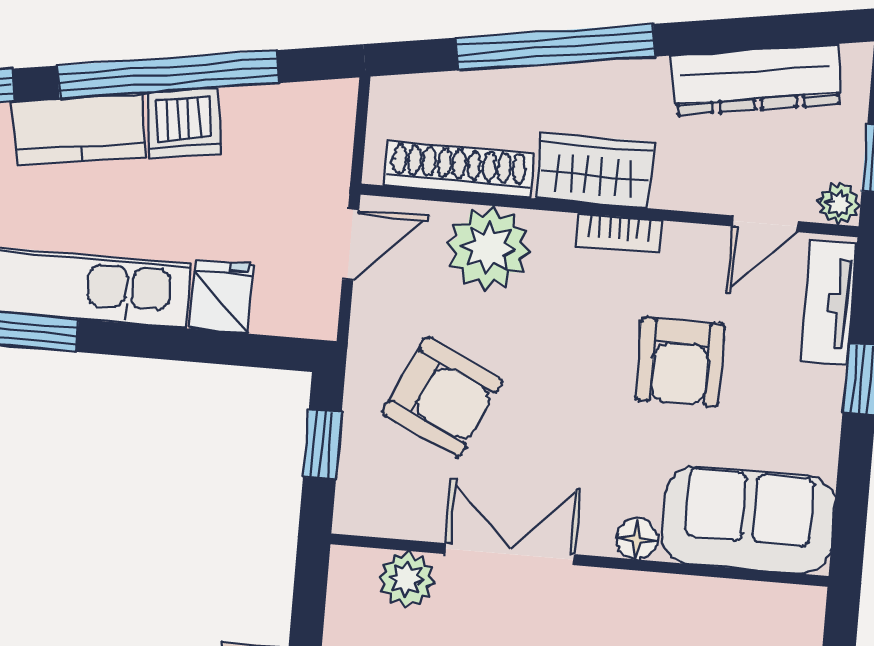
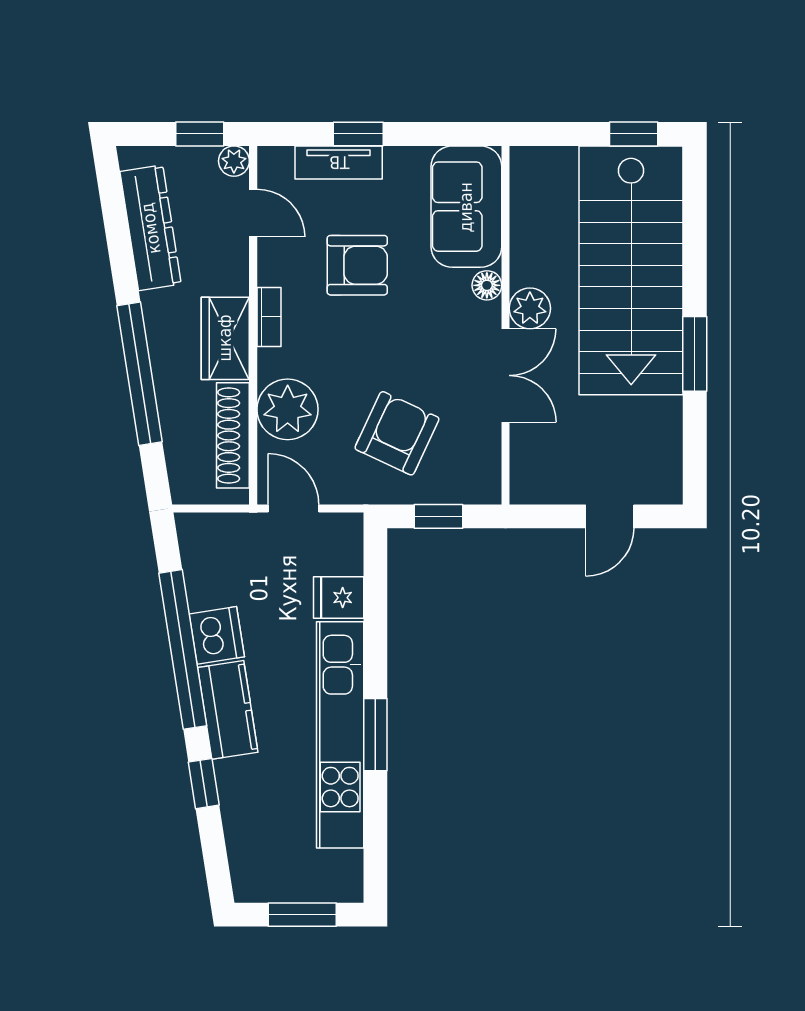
tv unit: (829, 302) -> (339, 162), moved
double door: (510, 554) -> (506, 375), swing flipped
plant: (407, 579) -> (530, 308), moved

